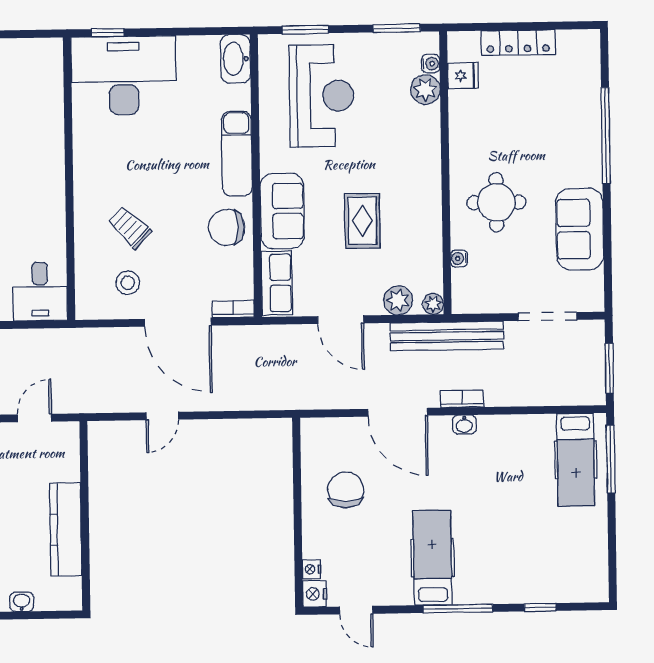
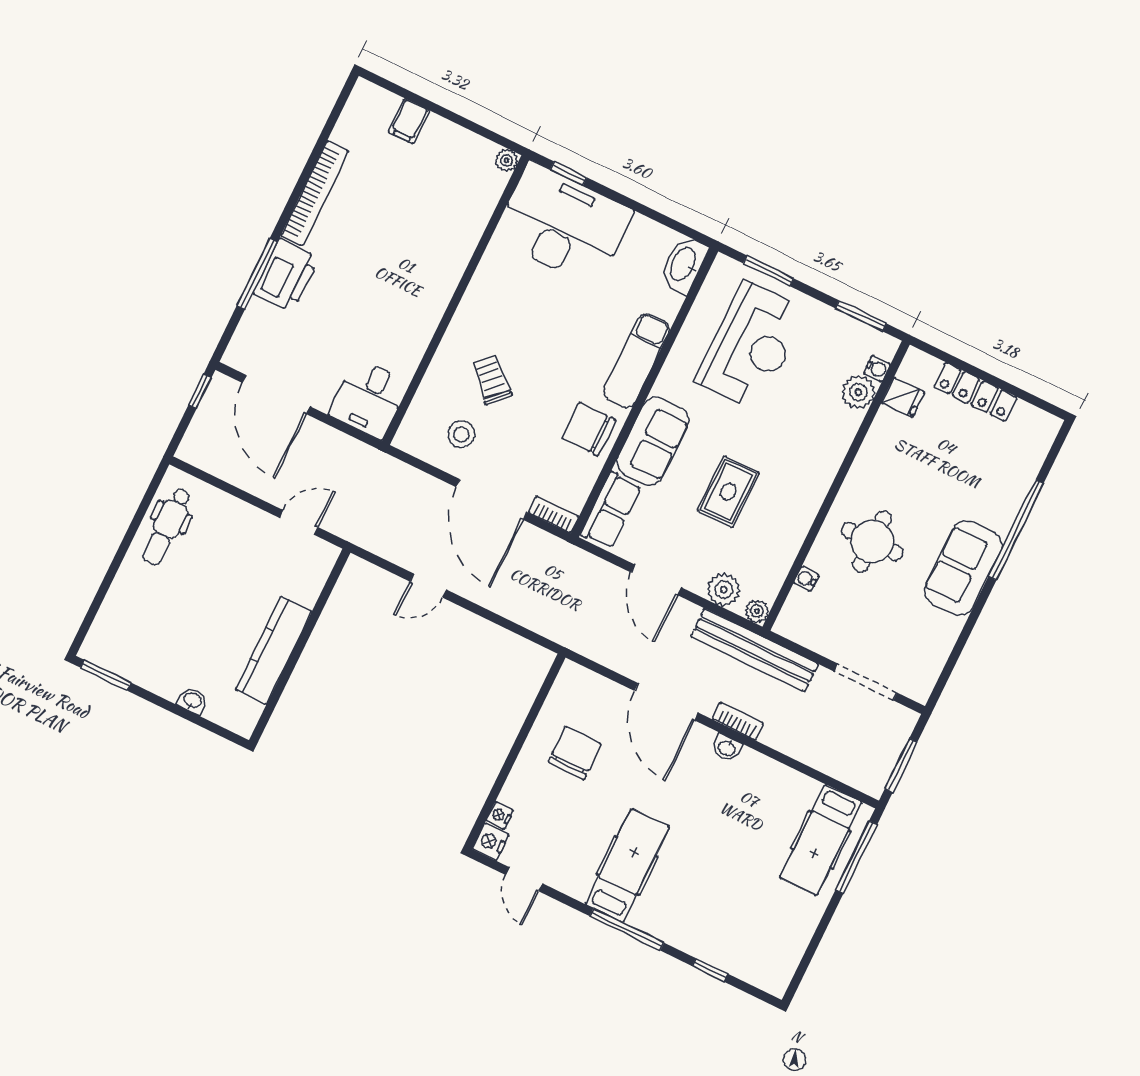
plant: (53, 47) -> (507, 160), added
sofa: (580, 229) -> (963, 568), moved

